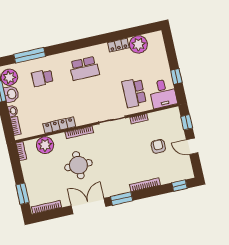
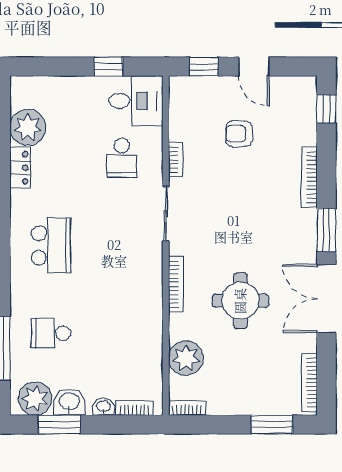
school desk: (42, 78) -> (51, 333), turned 90
school desk: (134, 93) -> (122, 158), width x0.54
locker: (59, 125) -> (152, 321), removed
door: (192, 146) -> (254, 67), hinge flipped

